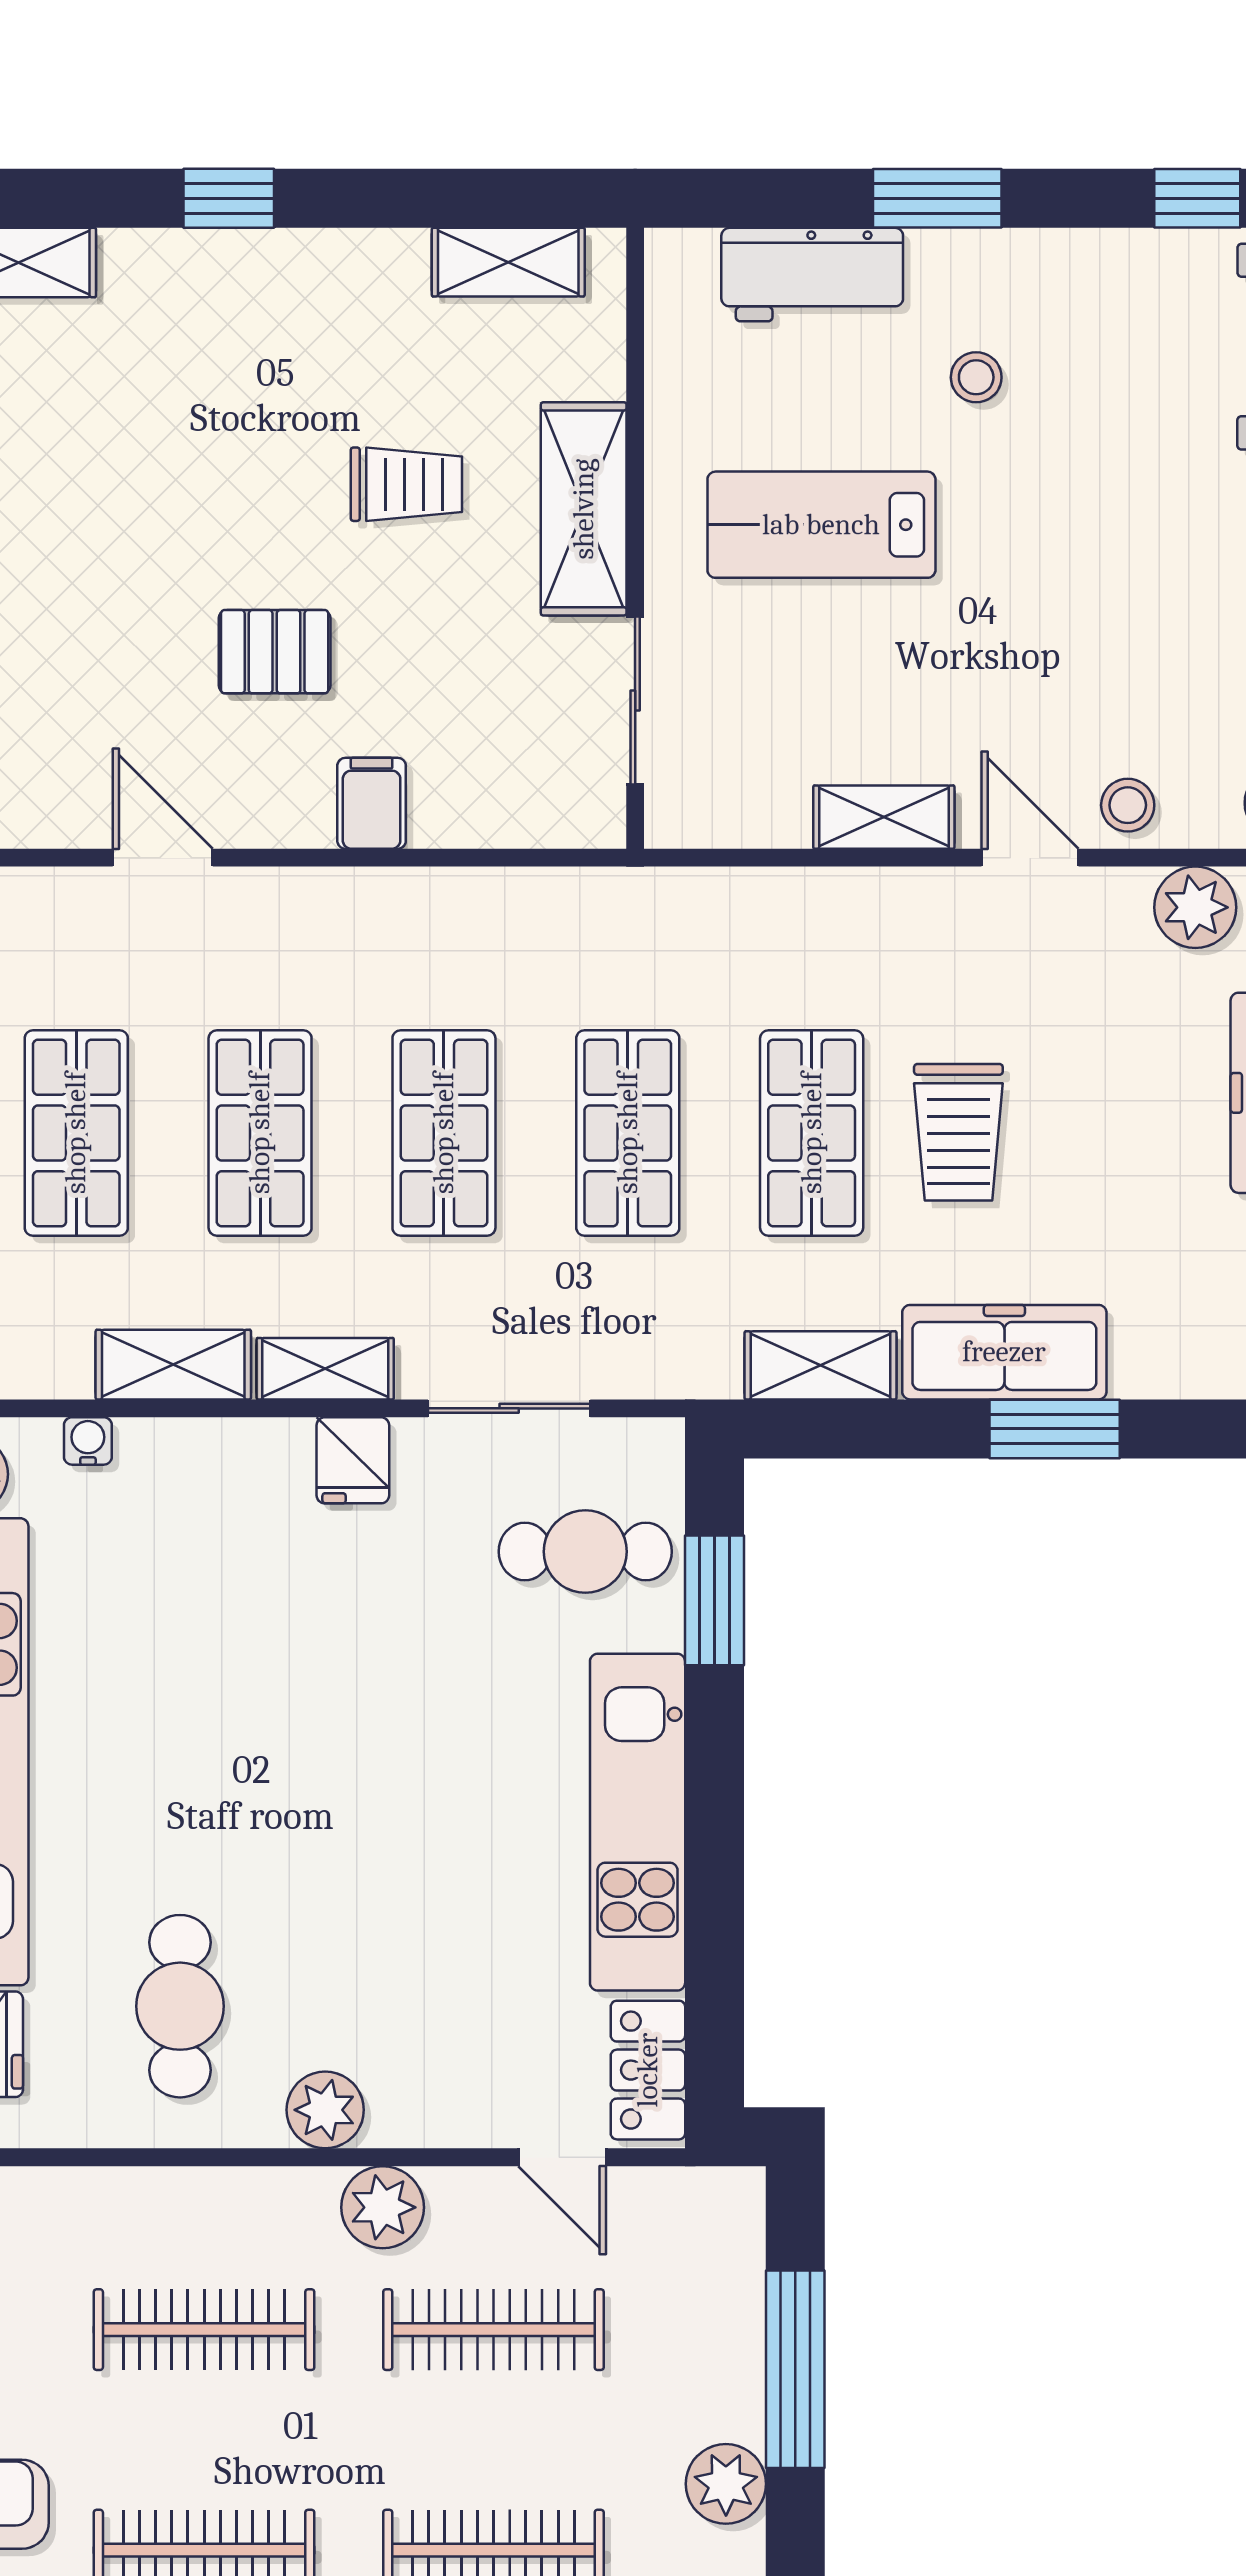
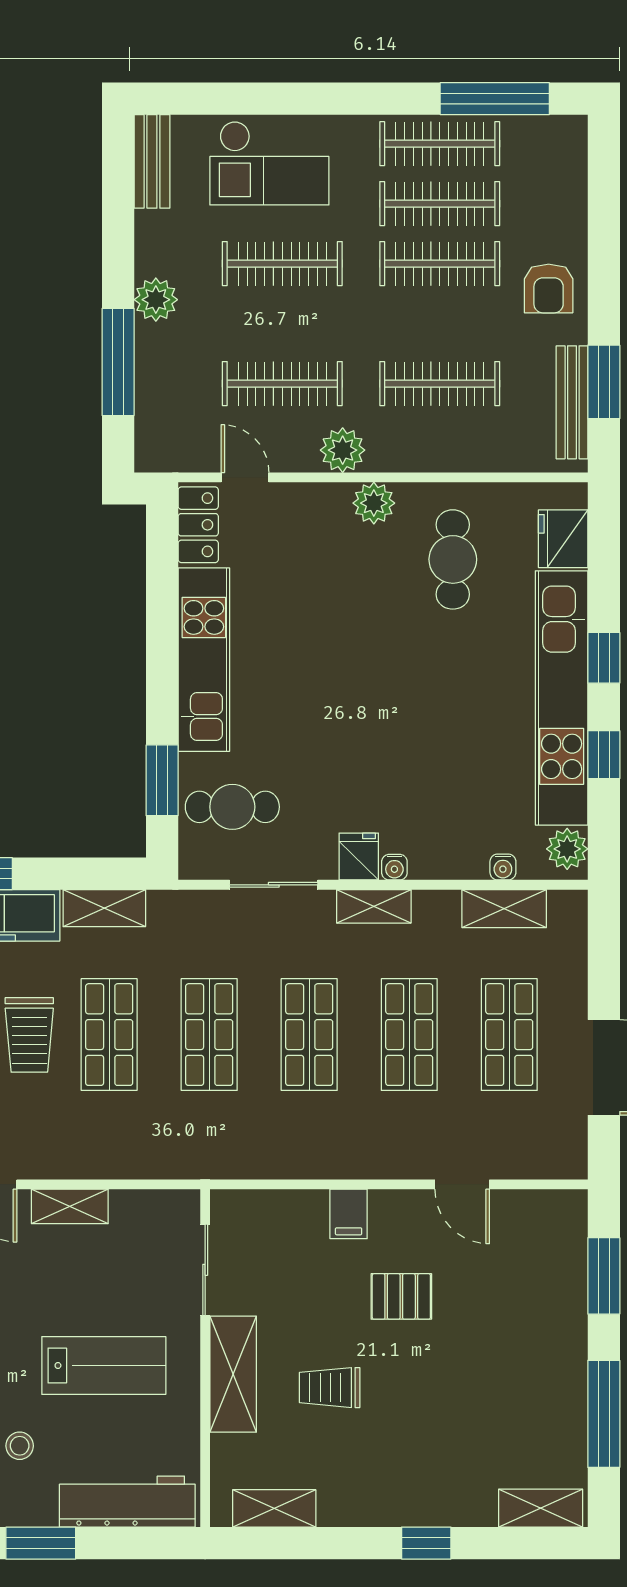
workbench: (812, 275) -> (127, 1502), width x1.37
trolley: (958, 1132) -> (29, 1035), turned 180
shelving: (173, 1365) -> (504, 909), moved
water cooler: (287, 1441) -> (394, 867), added

